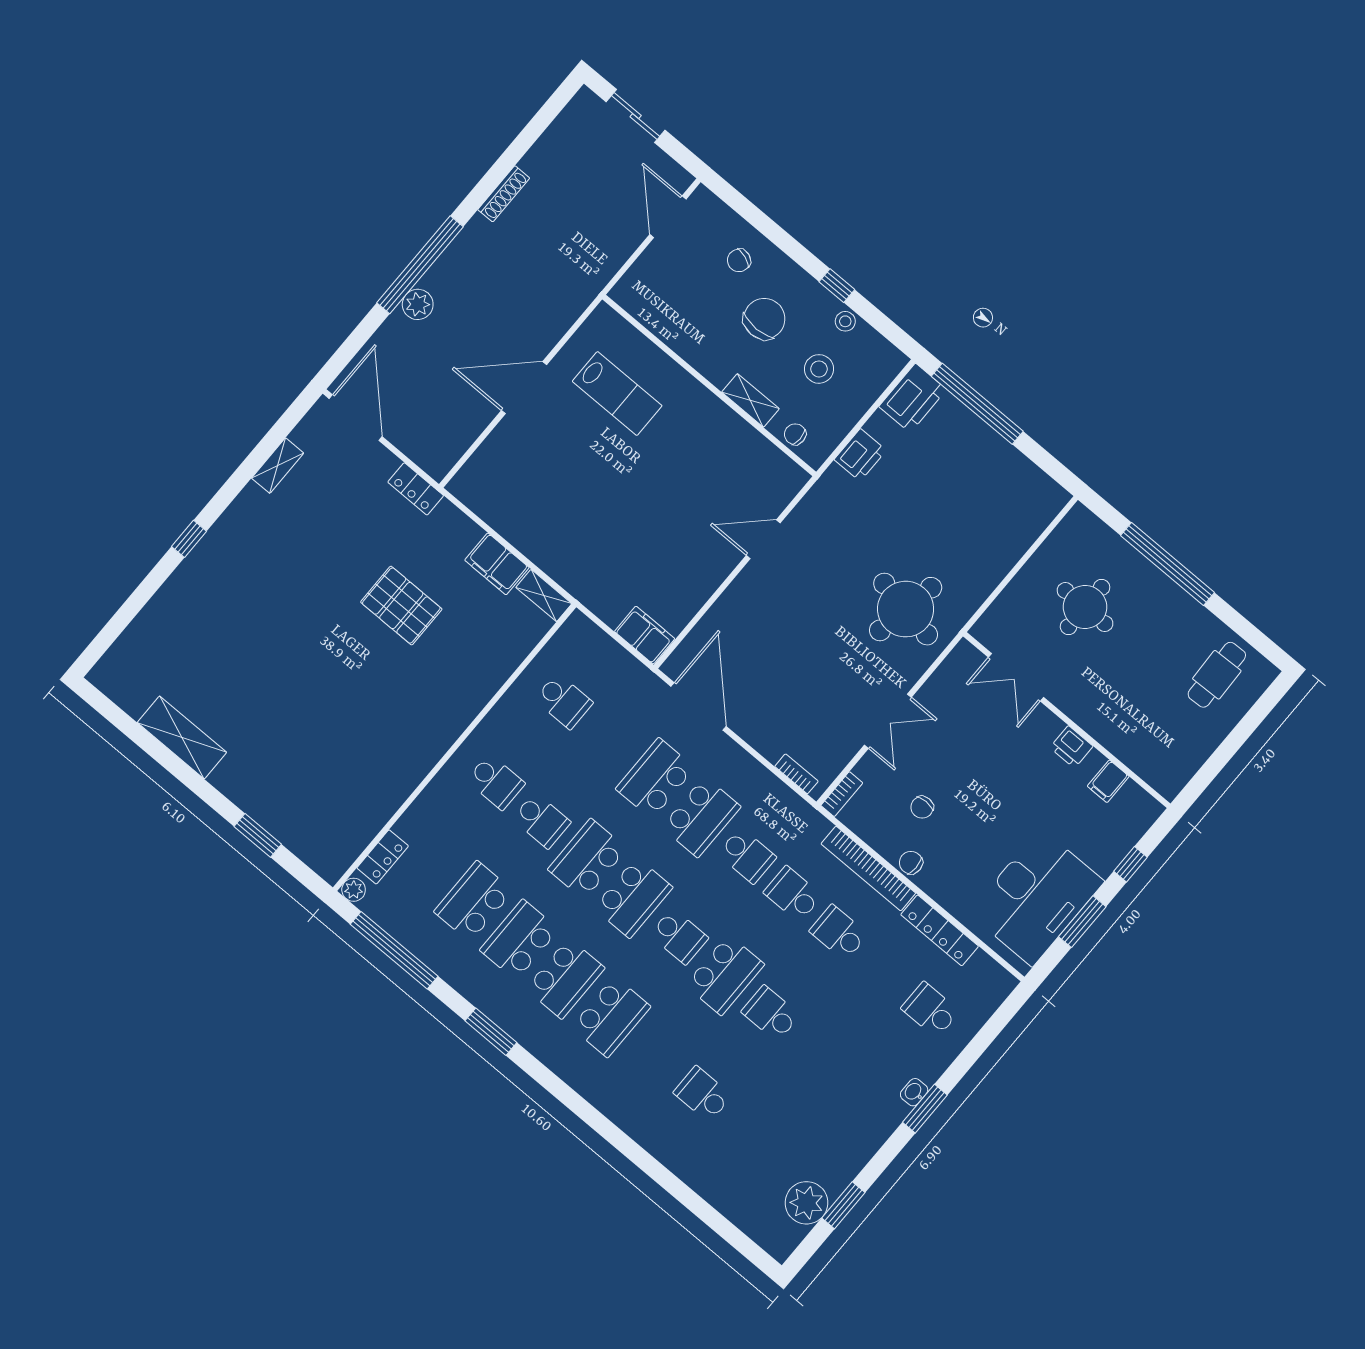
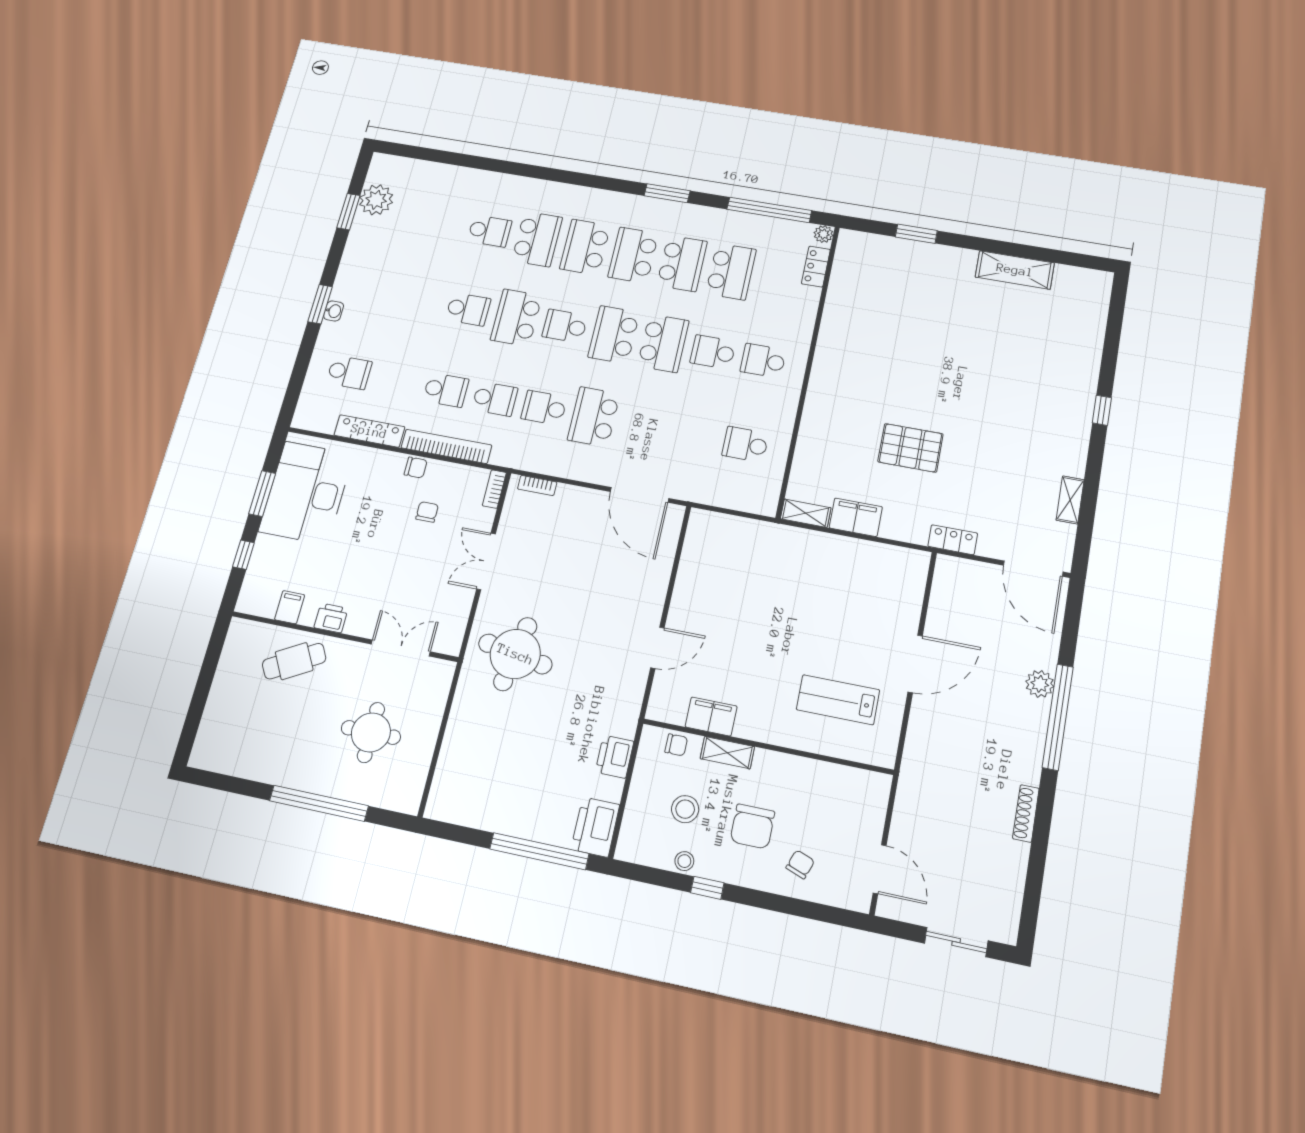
filing cabinet: (645, 635) -> (711, 716), moved, turned 180
cafe table: (1217, 675) -> (294, 661), moved, turned 63
school desk: (655, 778) -> (537, 239), moved

